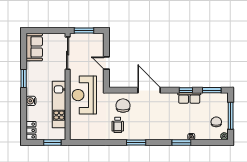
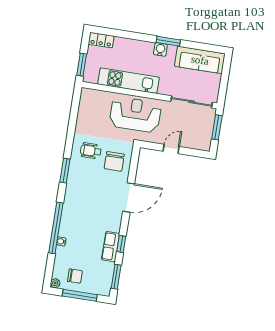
sofa: (34, 47) -> (200, 60), width x1.36
water cooler: (31, 101) -> (160, 49), moved
chair: (123, 106) -> (114, 161), turned 90
window: (181, 143) -> (56, 228), width x2.11

